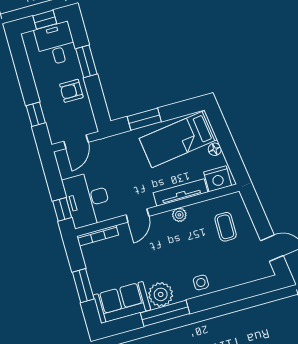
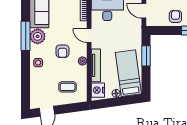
armchair: (173, 250) -> (62, 51), added

